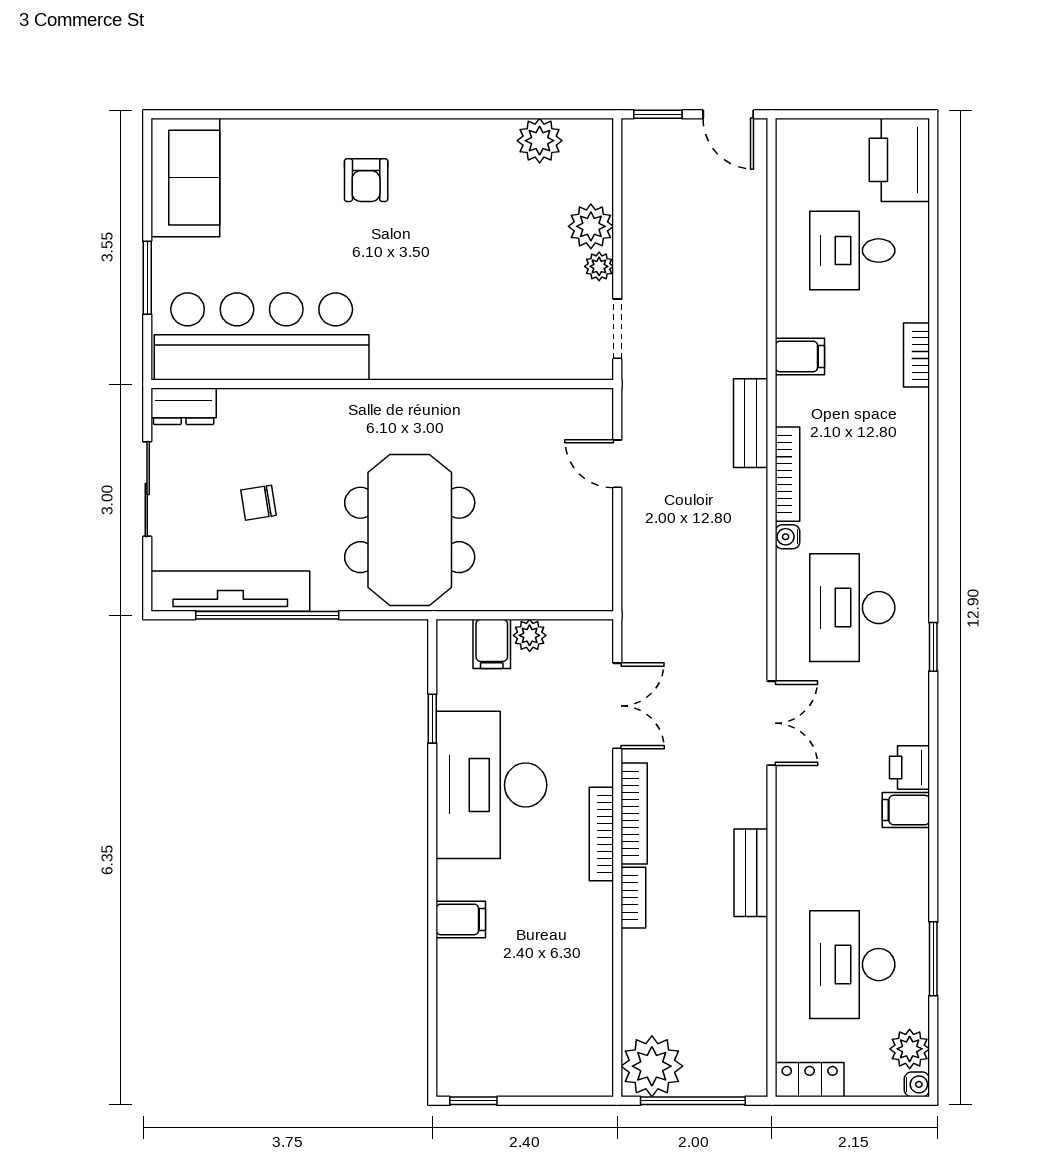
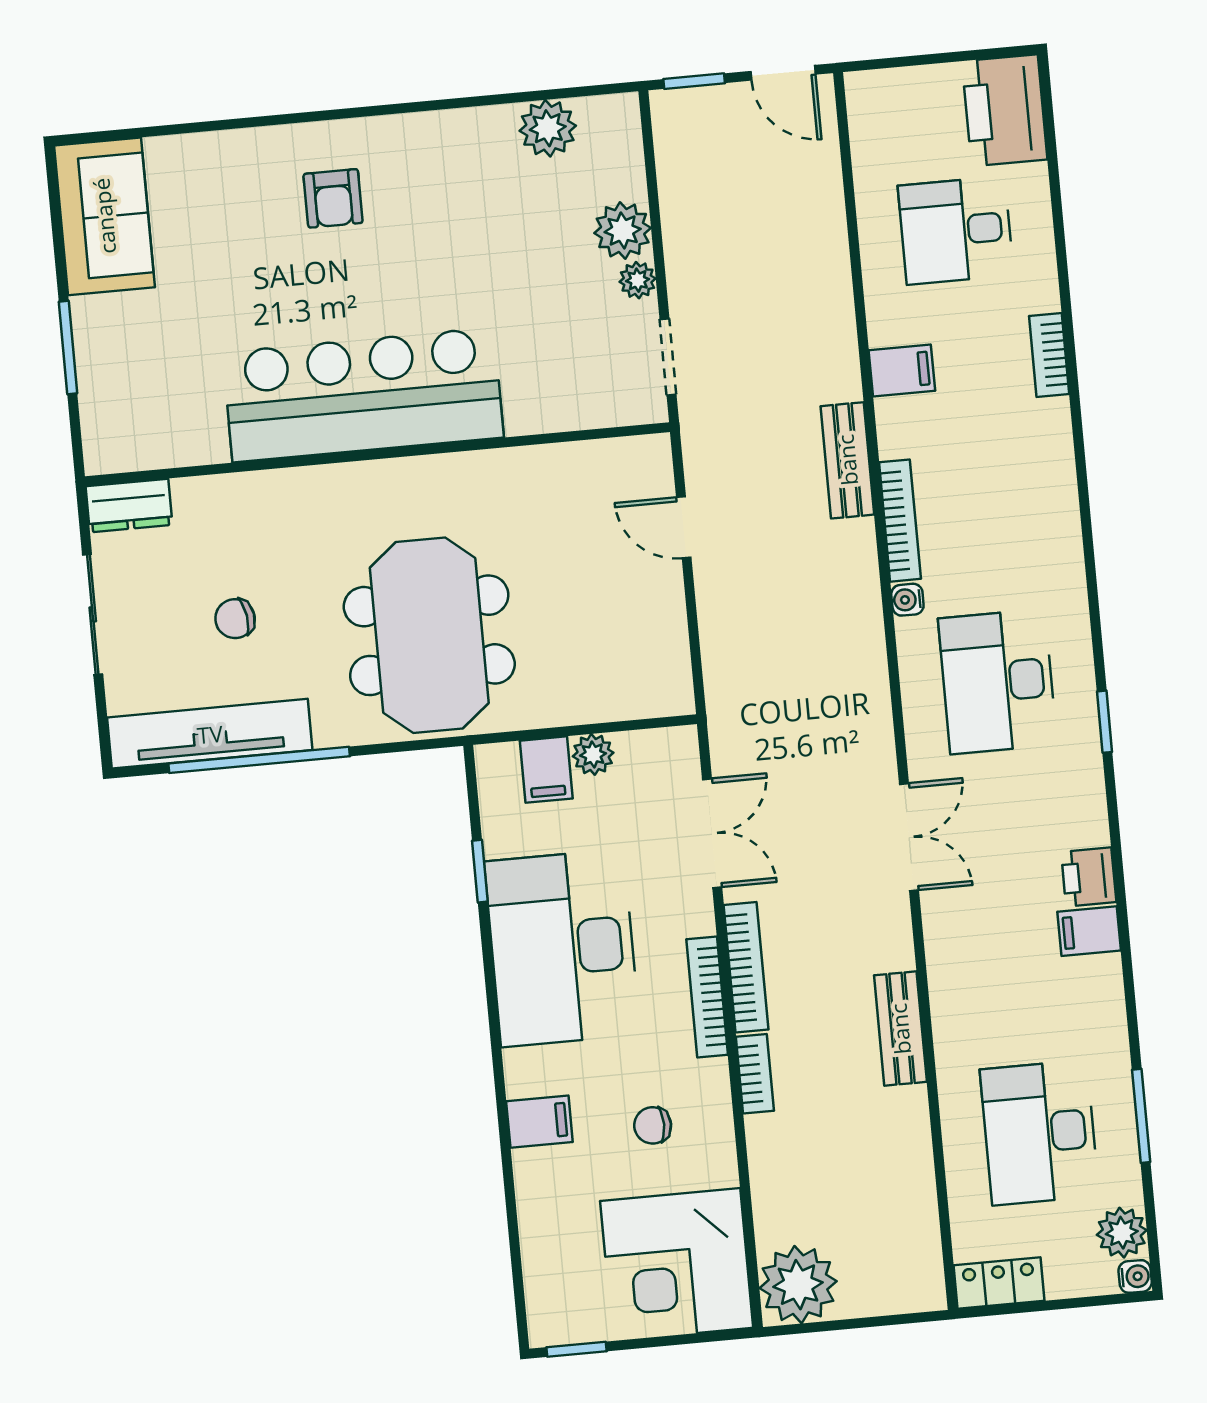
bar counter: (262, 336) -> (363, 395), moved
chair: (549, 931) -> (653, 1125), added
corner desk: (558, 1042) -> (677, 1264), added
window: (693, 1101) -> (854, 1323), removed

